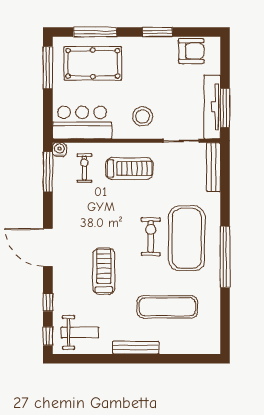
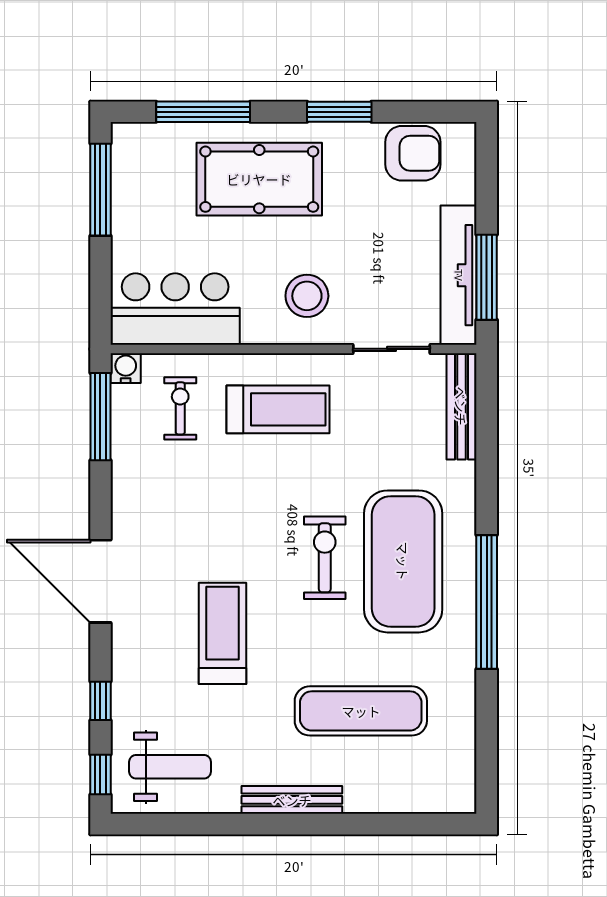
pool table: (93, 63) -> (259, 179), moved

